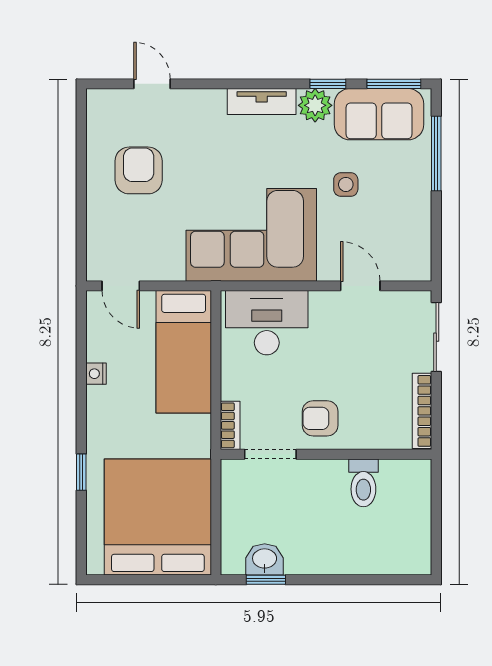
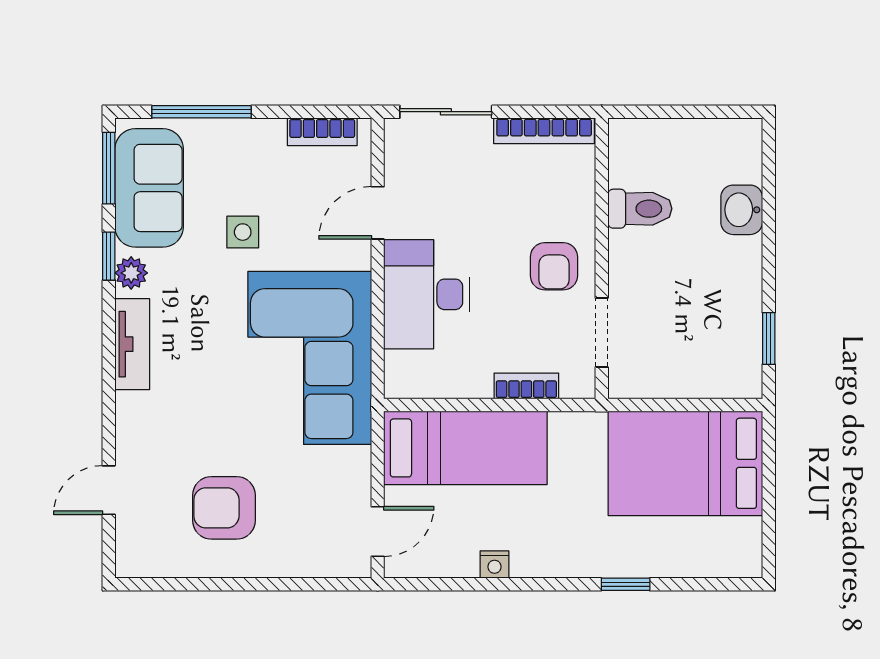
plant: (315, 105) -> (131, 273), width x0.73, depth x0.73
bookcase: (421, 244) -> (322, 132), added
desk: (267, 323) -> (427, 294), moved
bookcase: (230, 425) -> (526, 386), moved
bed: (158, 517) -> (685, 463), width x0.73
washbasin: (265, 559) -> (742, 210), moved

